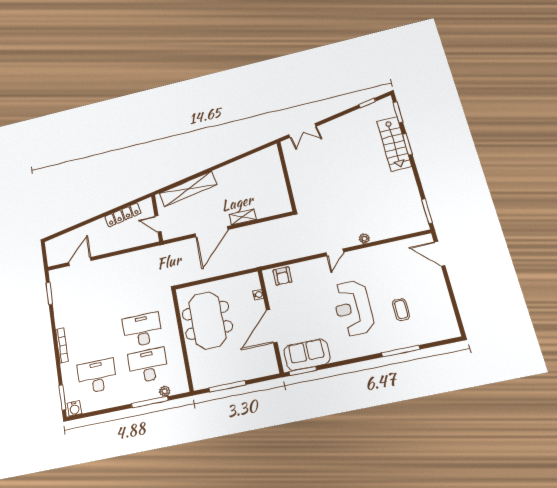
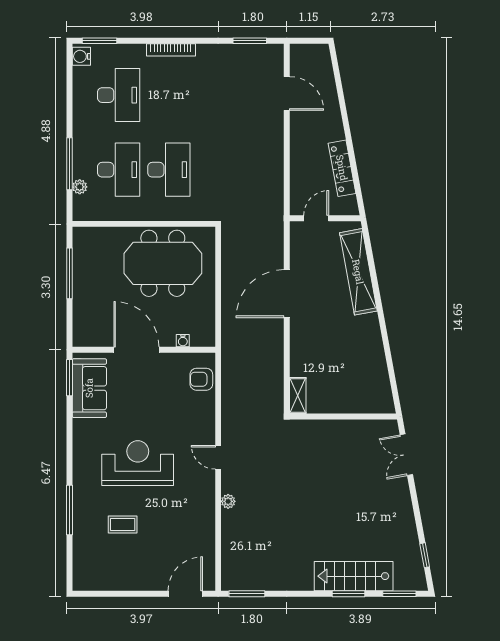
shelving: (243, 217) -> (298, 395), moved
door: (212, 232) -> (287, 294), hinge flipped

